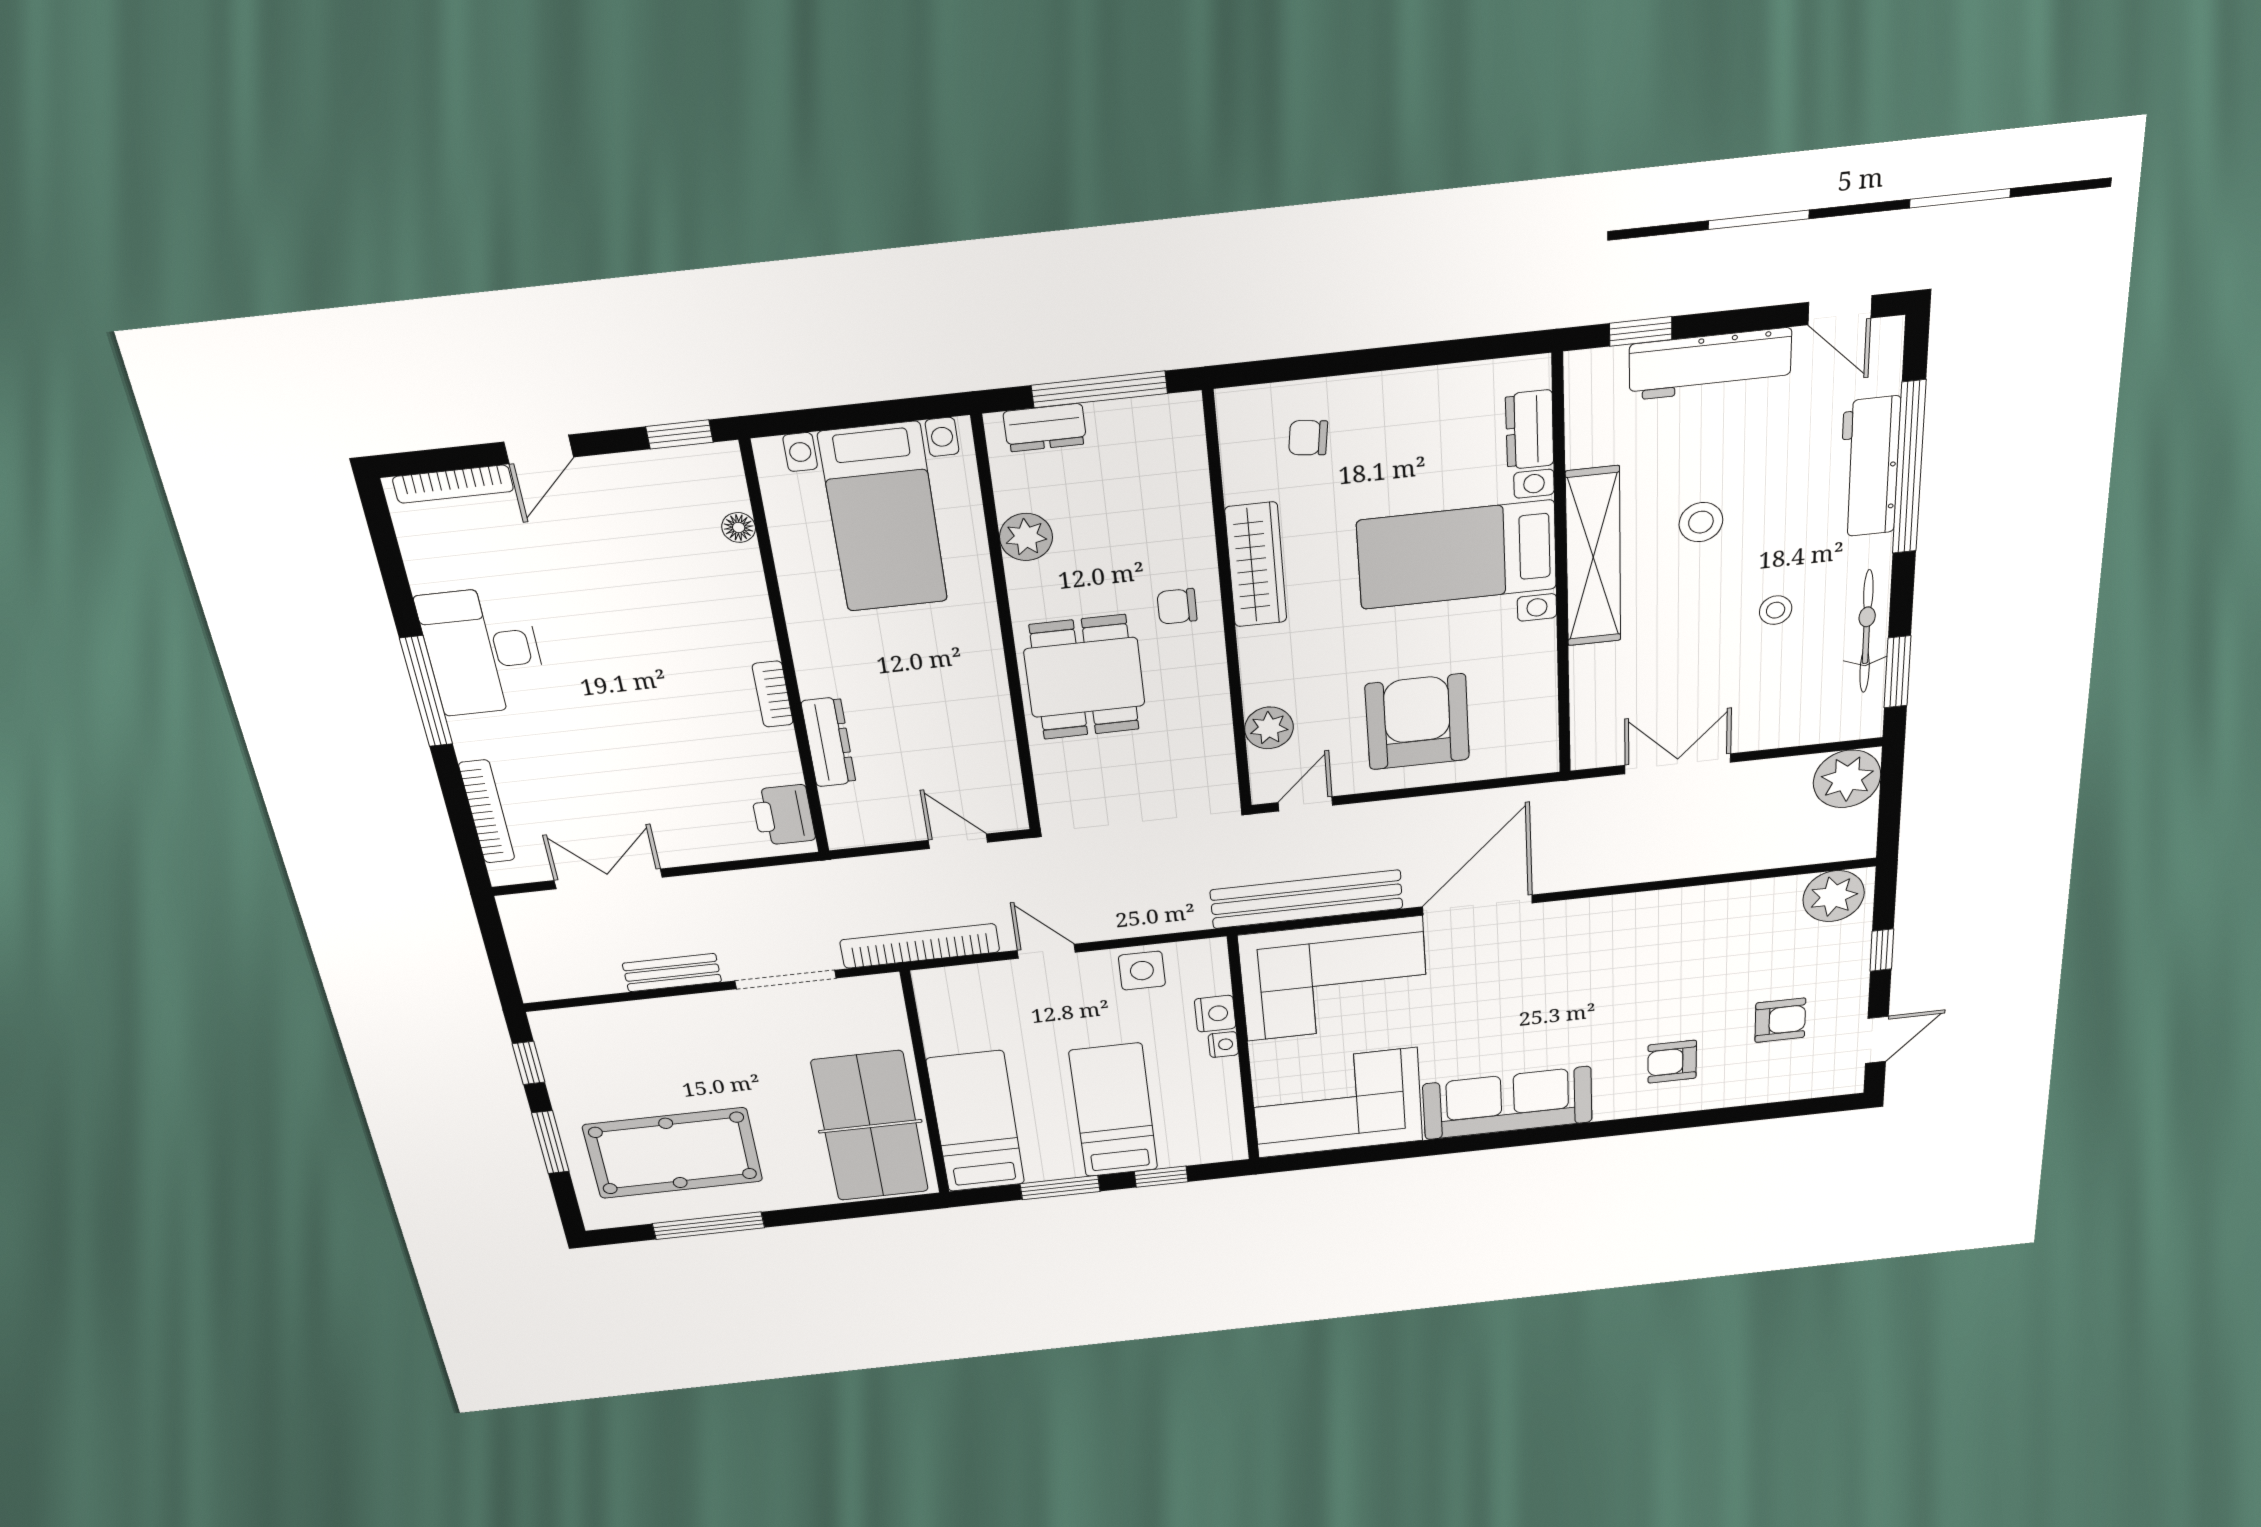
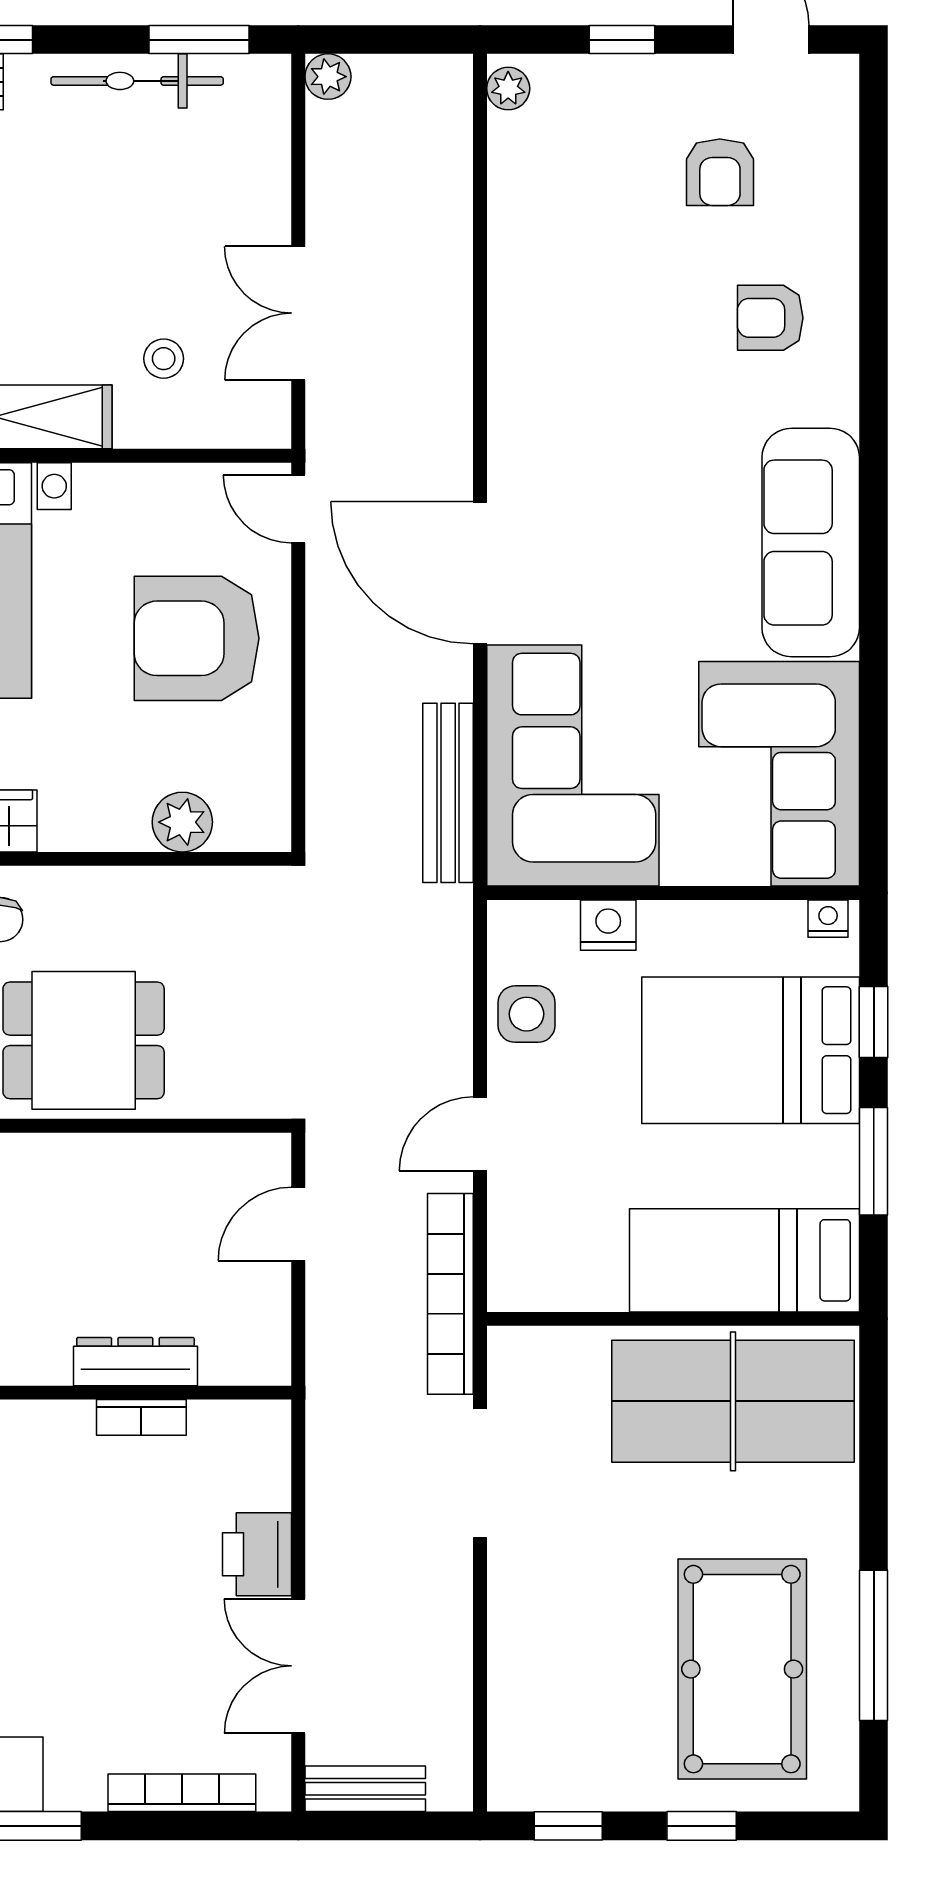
stool: (1776, 610) -> (164, 359), moved
bookcase: (773, 694) -> (141, 1417), moved
plant: (1847, 779) -> (328, 77), width x0.53, depth x0.53
door: (1305, 804) -> (298, 509), moved
printer: (783, 815) -> (257, 1554), moved, turned 90
plant: (1834, 896) -> (508, 89), width x0.53, depth x0.53
bench: (1307, 899) -> (448, 793), width x0.73, depth x0.82
bench: (672, 973) -> (365, 1789), moved, turned 90
armchair: (1780, 1020) -> (720, 172), turned 180
nightstand: (1223, 1045) -> (828, 919), moved
armchair: (1672, 1062) -> (770, 318), turned 90
bed: (1114, 1110) -> (751, 1050), width x1.50
window: (550, 1142) -> (702, 1826), width x0.67

